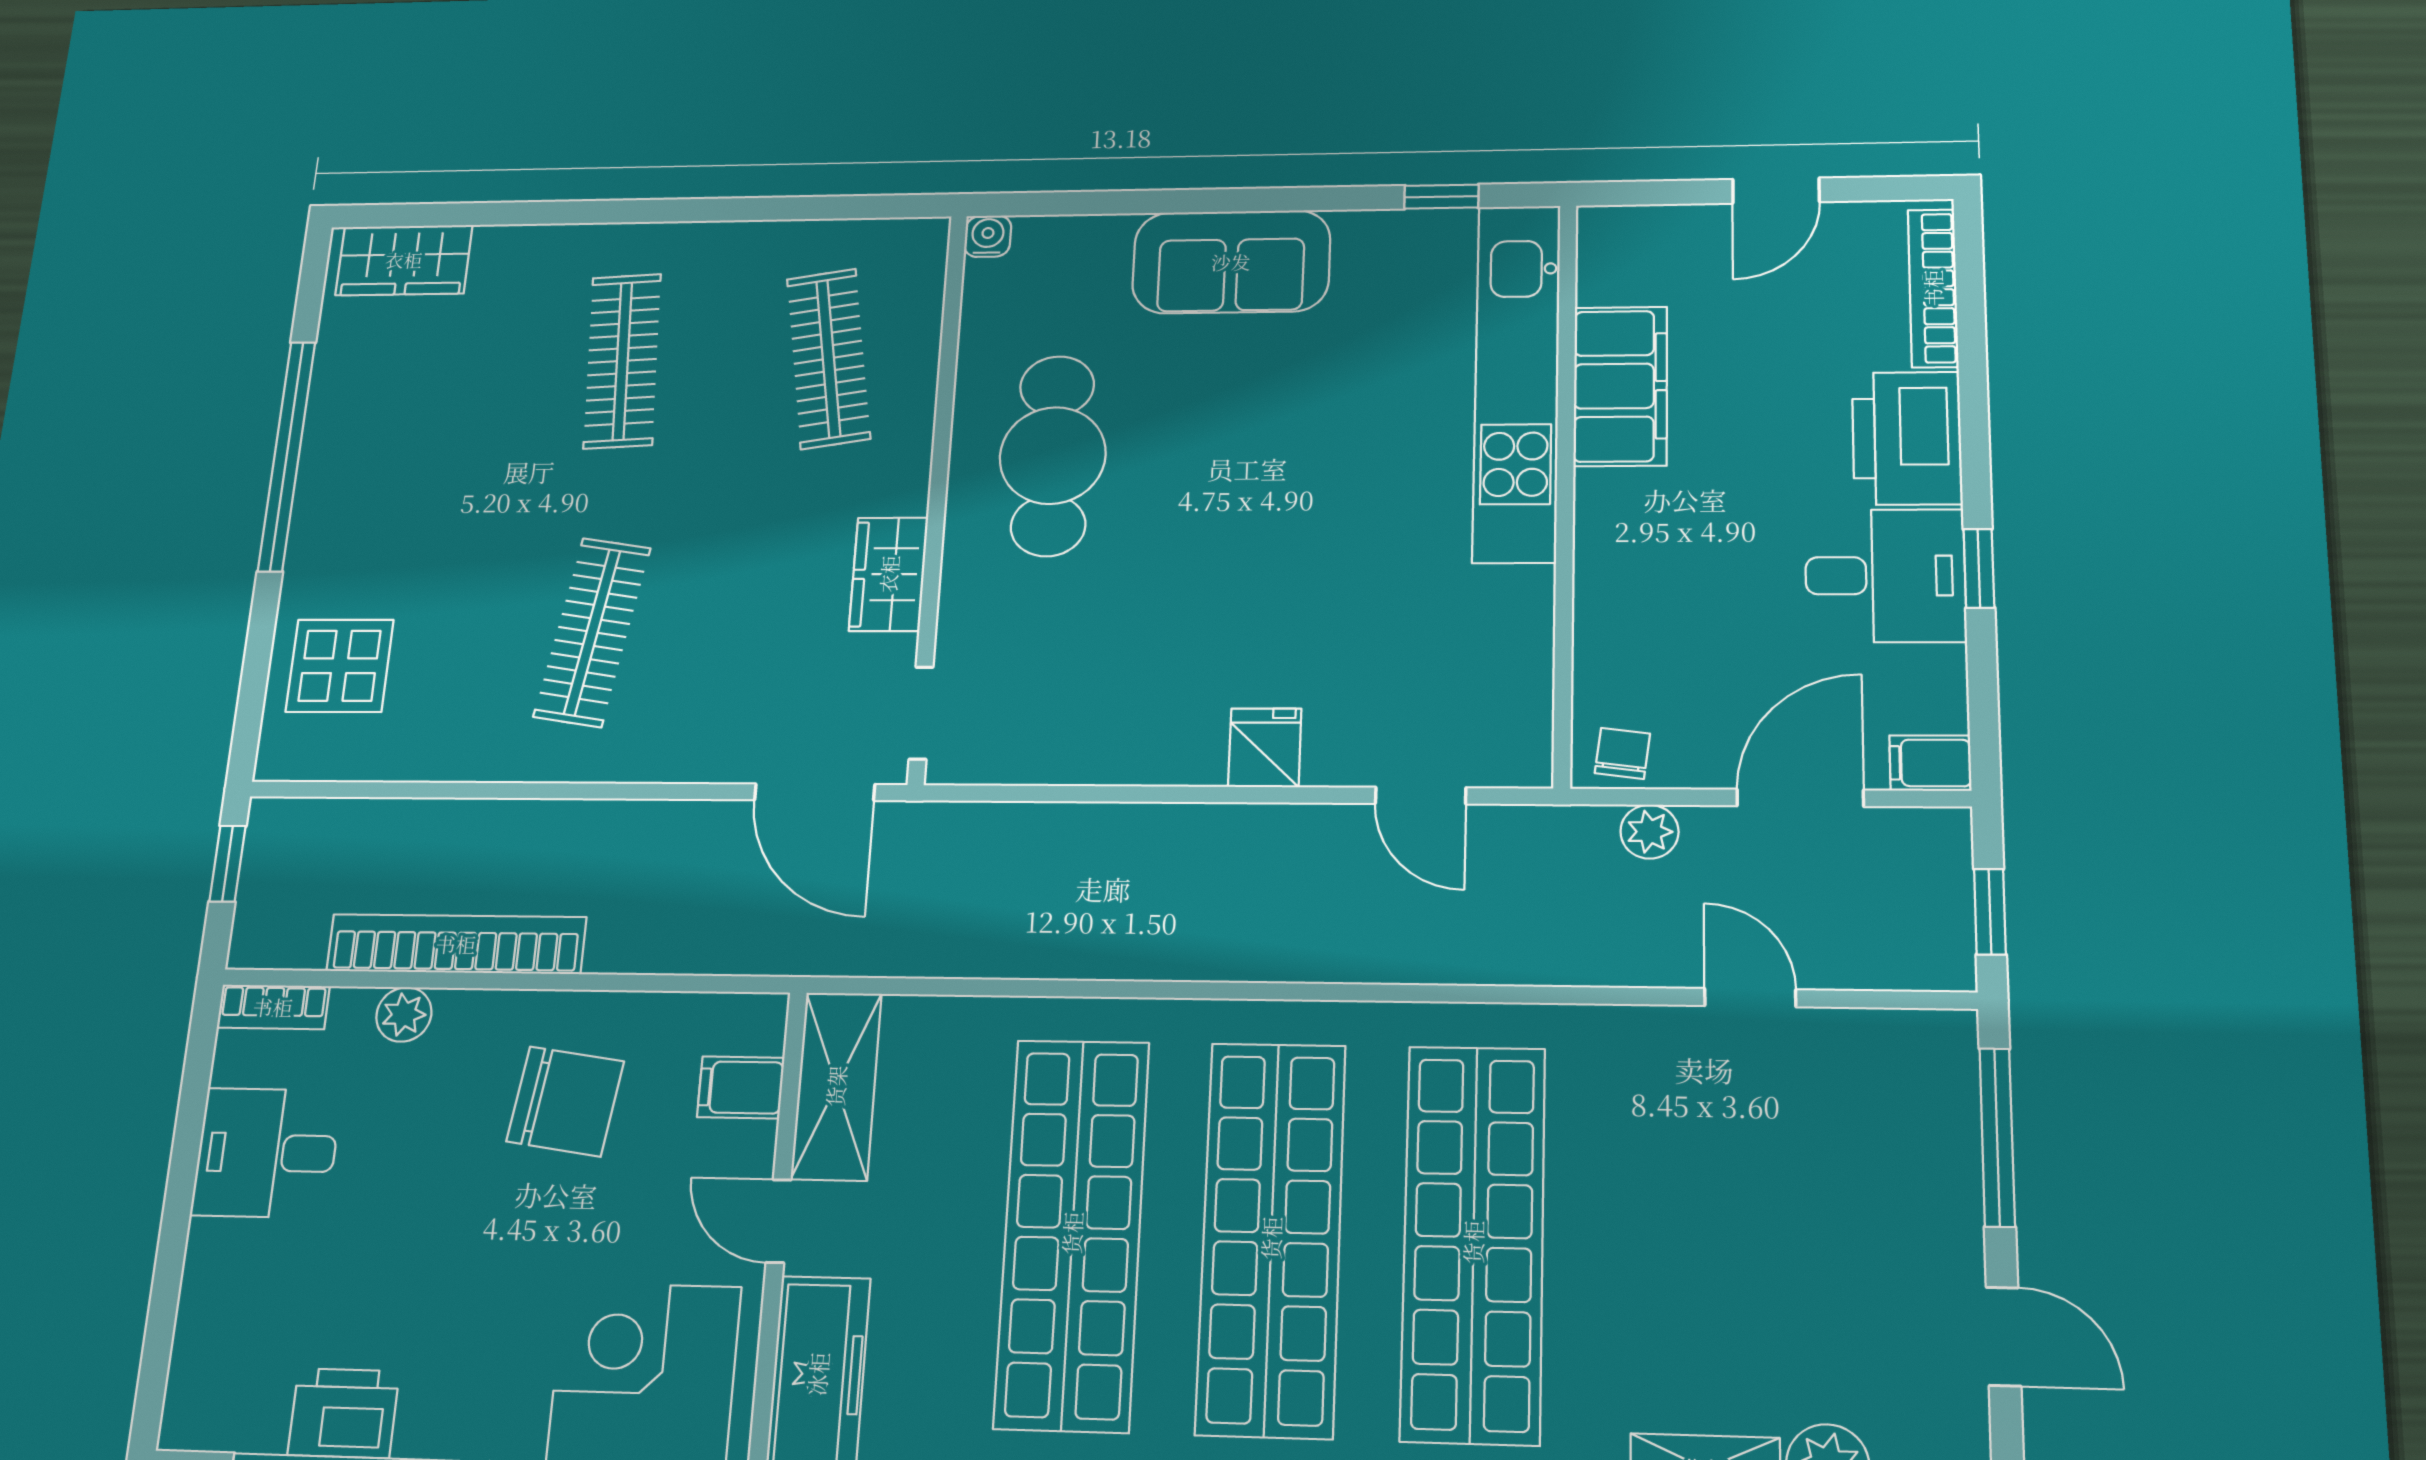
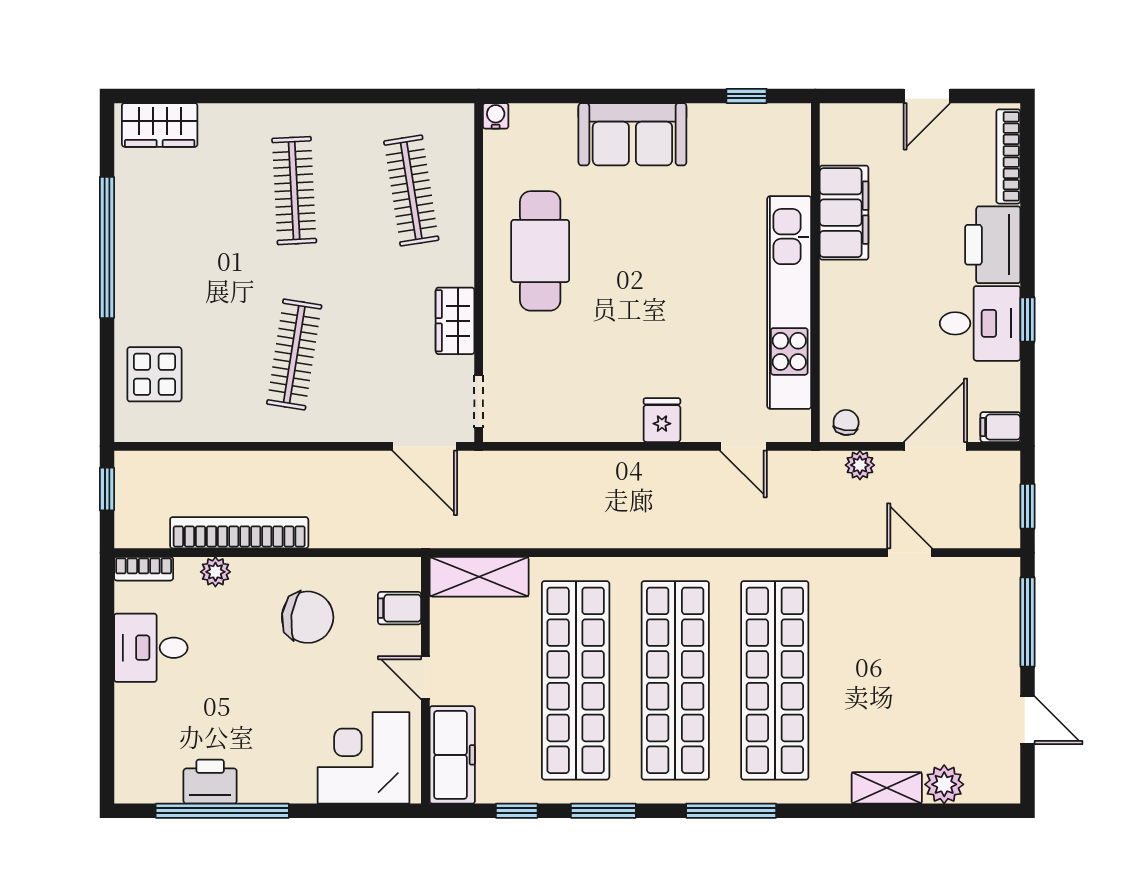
kitchen unit: (1517, 382) -> (789, 302), moved
shelving: (836, 1086) -> (479, 577), moved, turned 90

